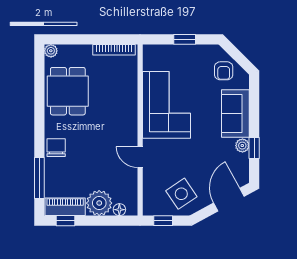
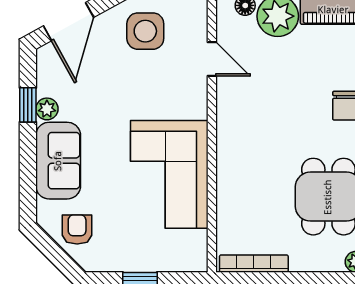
door: (140, 157) -> (212, 59), moved
side table: (181, 194) -> (145, 31), turned 34

